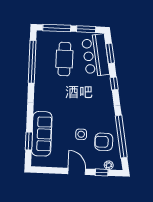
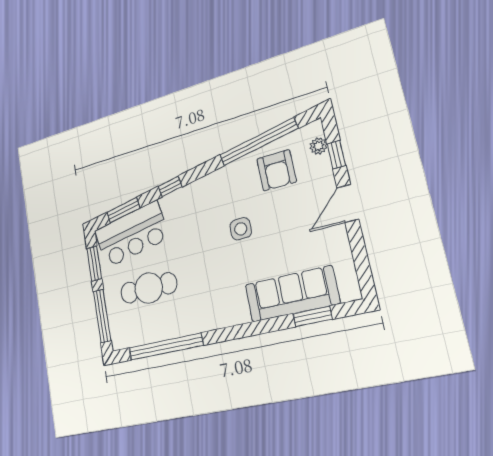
side table: (81, 134) -> (241, 229), moved

